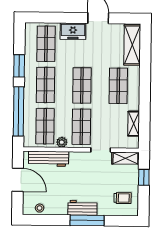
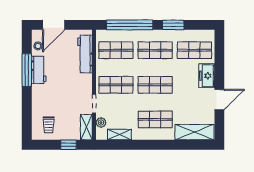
plant: (62, 142) -> (101, 122), moved
door: (18, 180) -> (54, 25), moved
workbench: (82, 208) -> (39, 70), moved
window: (87, 220) -> (27, 70), moved

